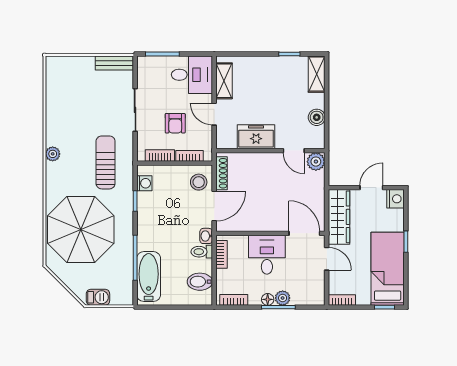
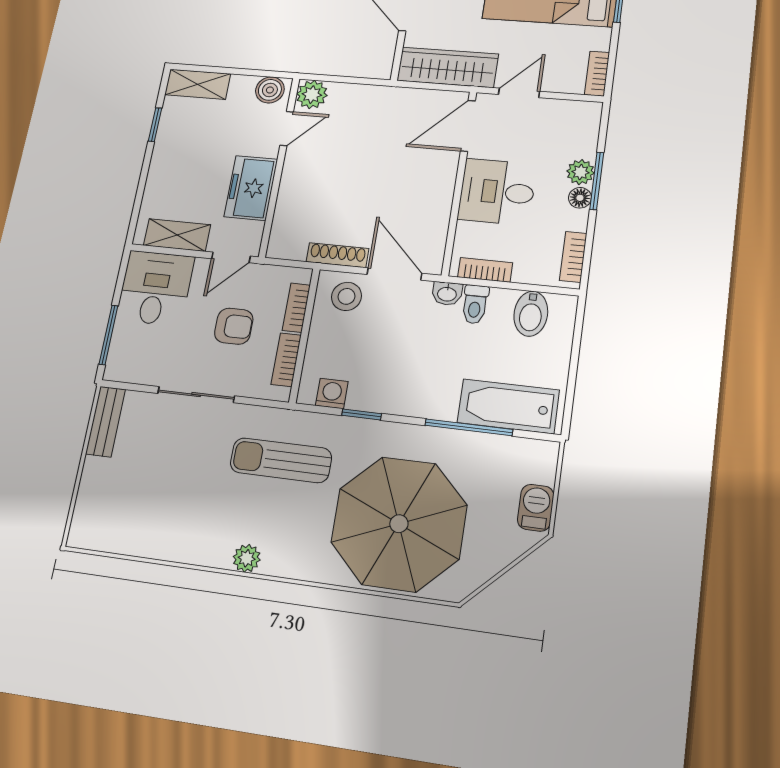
freezer: (256, 137) -> (251, 188), moved
wall: (270, 151) -> (279, 166), moved
door: (294, 151) -> (287, 129), moved
plant: (316, 162) -> (312, 94), moved

